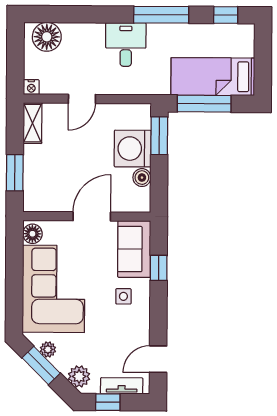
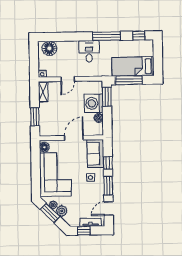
window: (158, 313) -> (108, 186), added
plant: (79, 376) -> (62, 211), moved

